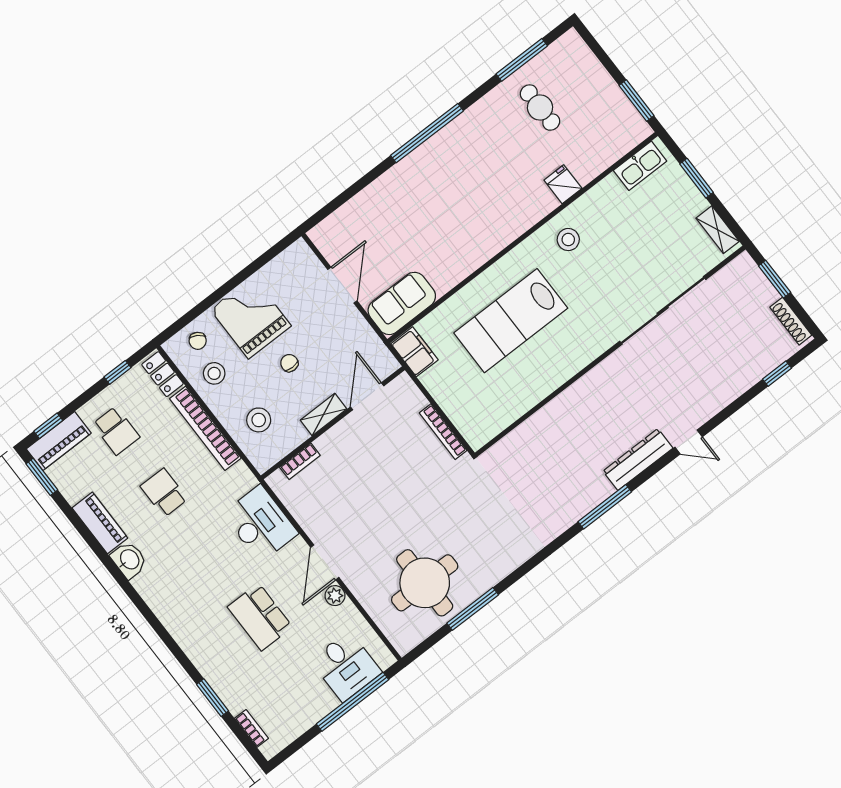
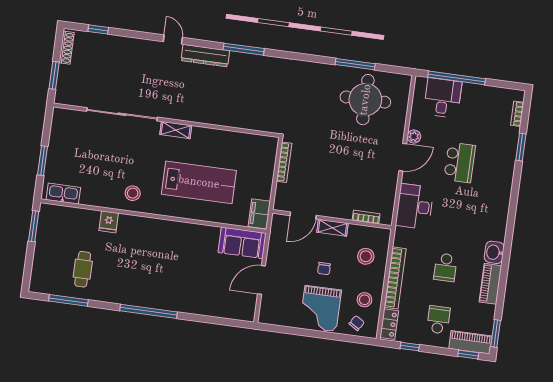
shelving: (718, 230) -> (176, 130), moved, turned 90

